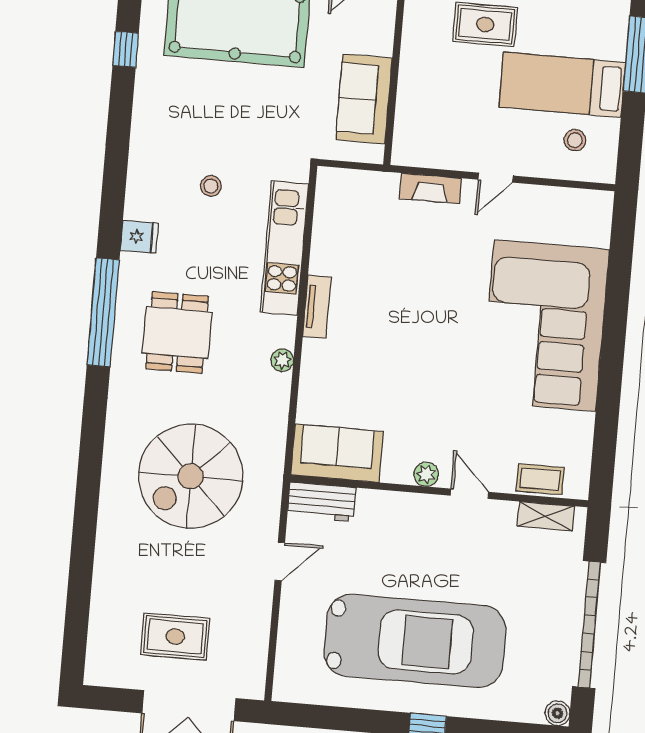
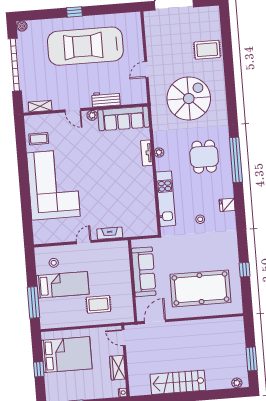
sofa: (364, 99) -> (144, 272), width x1.36
fridge: (139, 237) -> (227, 205), moved
tv unit: (317, 307) -> (147, 153), moved
sofa: (337, 453) -> (124, 118), width x1.36
coffee table: (540, 479) -> (39, 139), moved
workbench: (322, 502) -> (106, 99), moved
rug: (175, 637) -> (207, 50), moved

